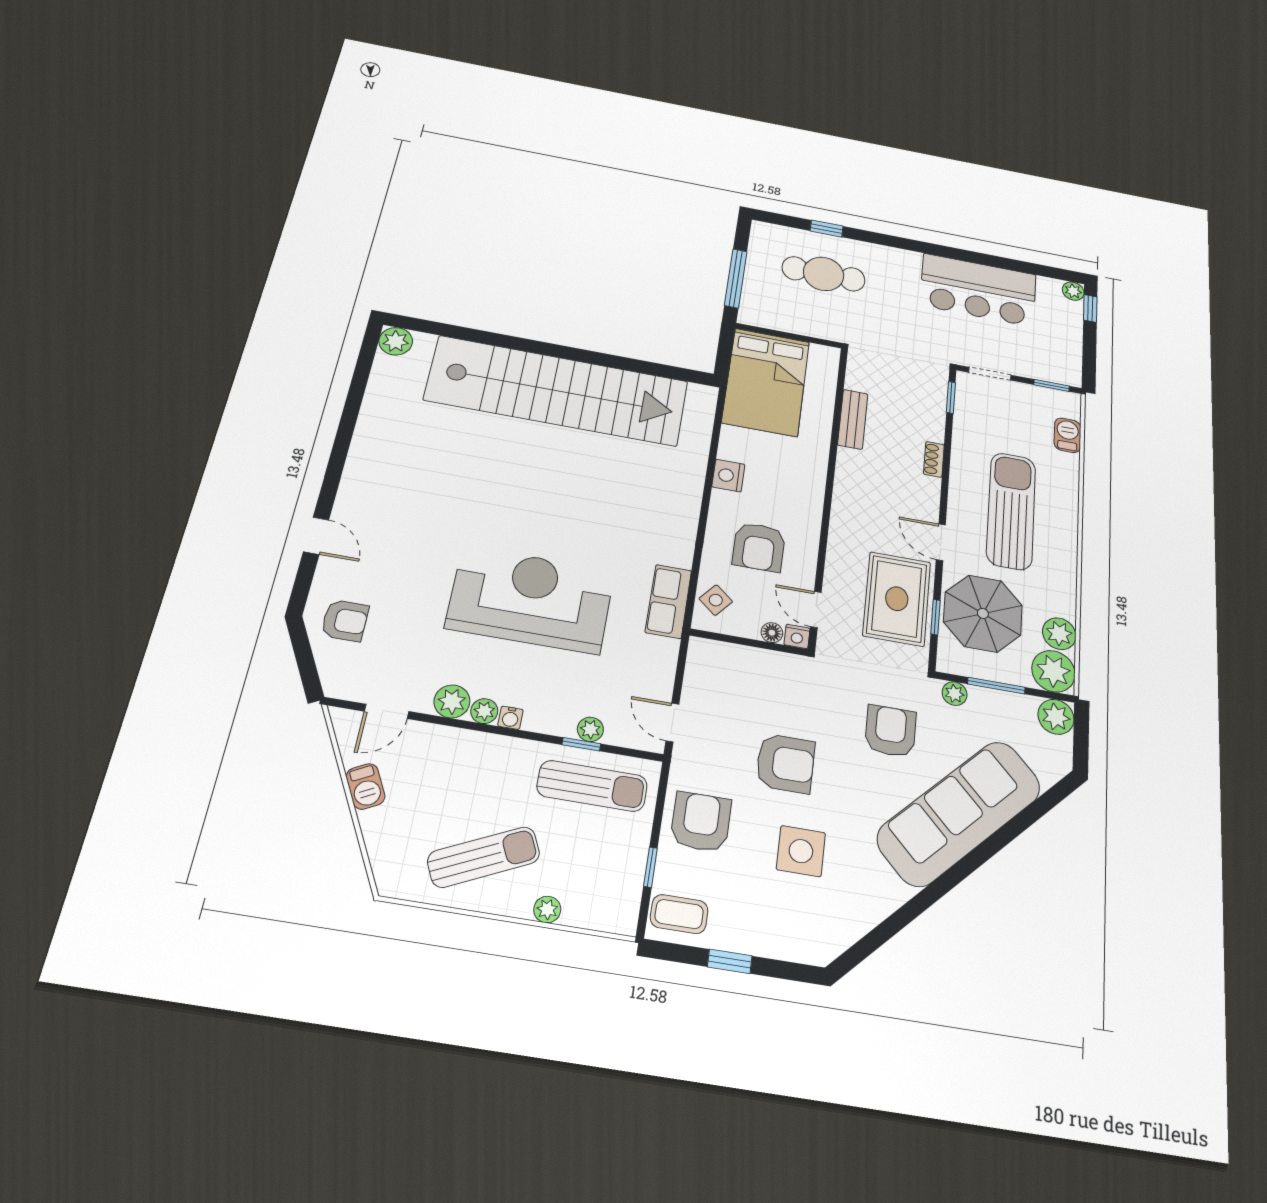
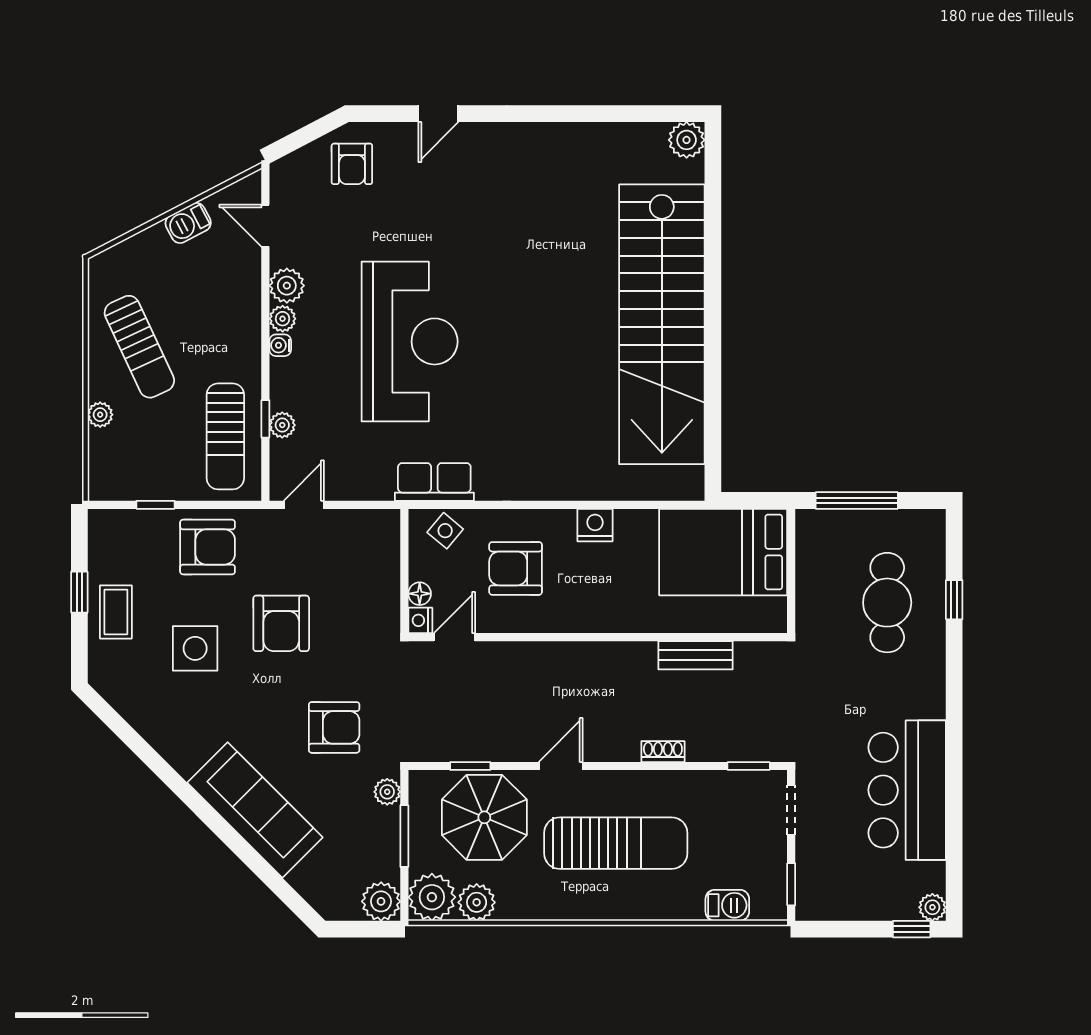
rug: (897, 599) -> (484, 723), removed
sofa: (960, 813) -> (255, 810), width x0.74, depth x0.79
coffee table: (679, 914) -> (116, 612), moved

